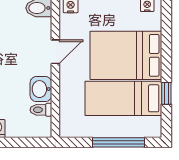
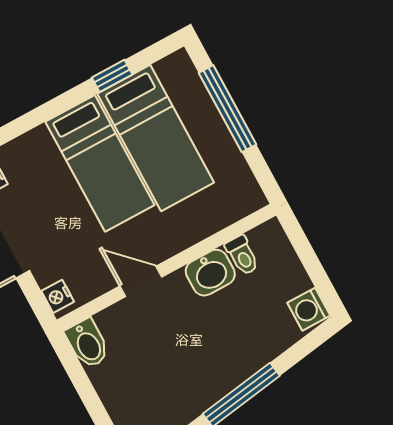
bed: (126, 55) -> (100, 163), width x0.67

